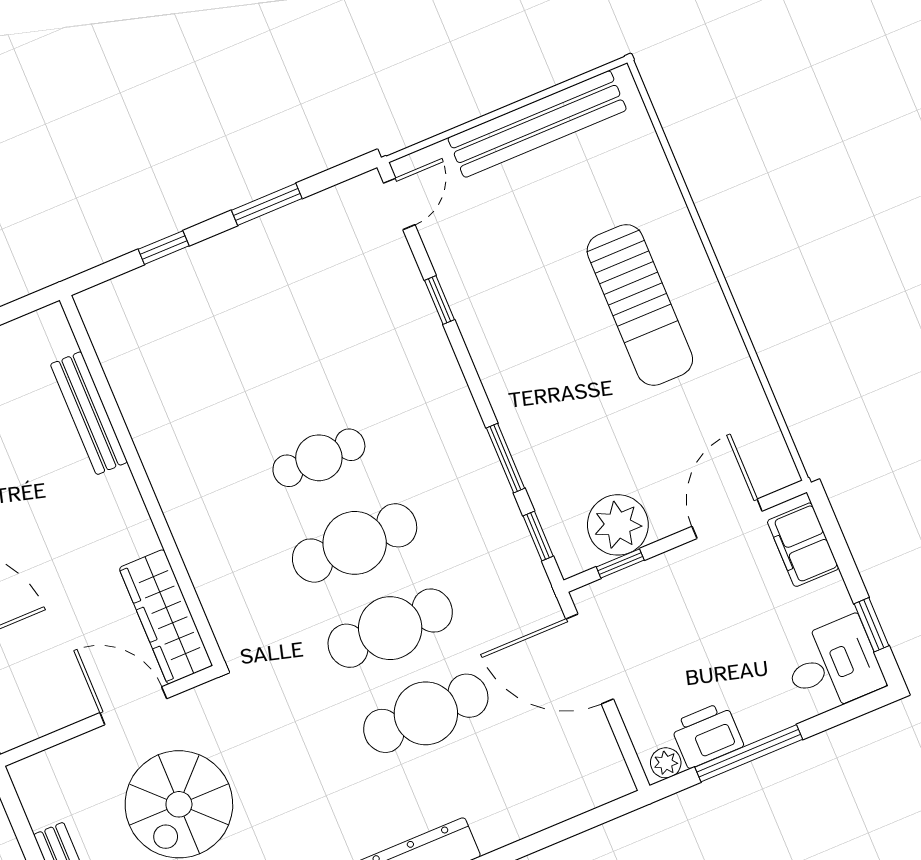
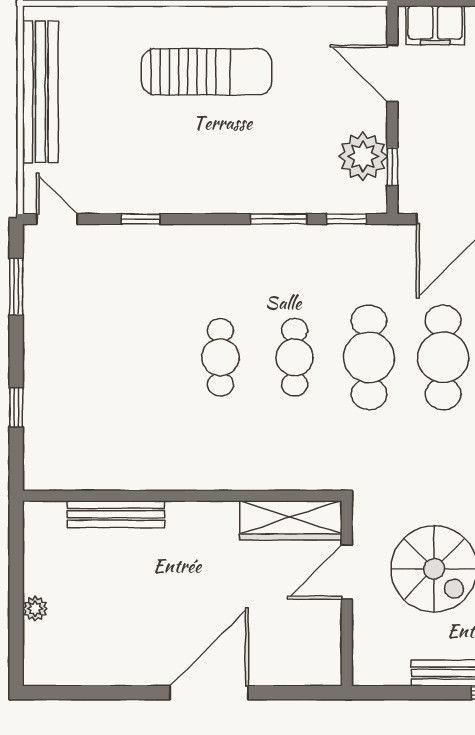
window: (267, 204) -> (16, 287), moved
cafe table: (355, 543) -> (295, 357), width x0.73, depth x0.74

